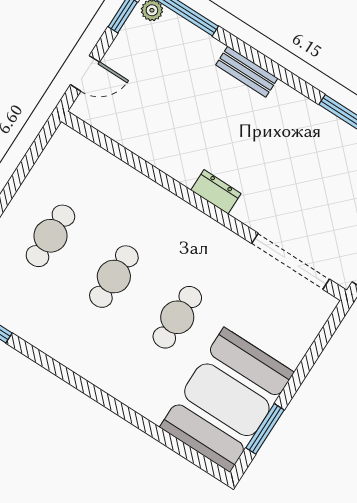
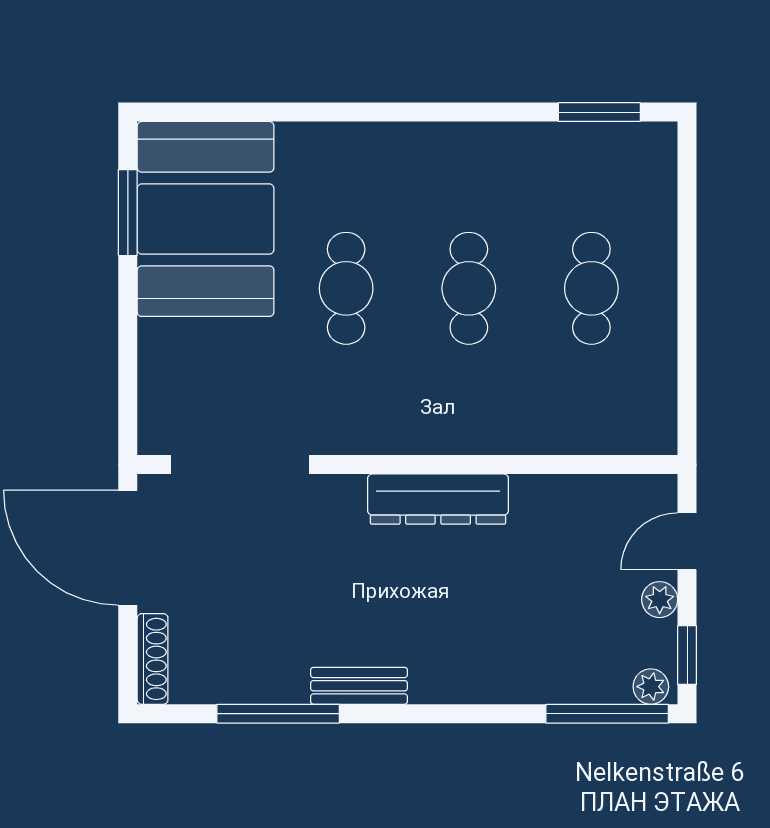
plant: (118, 52) -> (660, 600), added
bench: (247, 72) -> (359, 686), moved
dresser: (216, 192) -> (438, 499), width x1.96, depth x1.24

